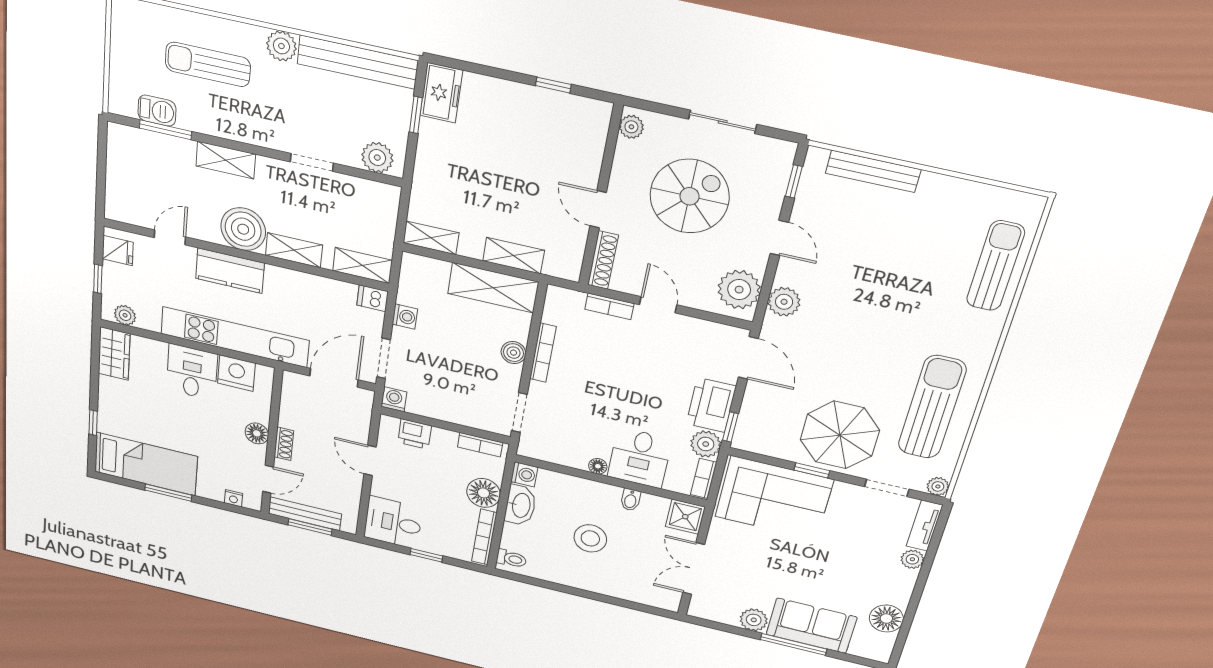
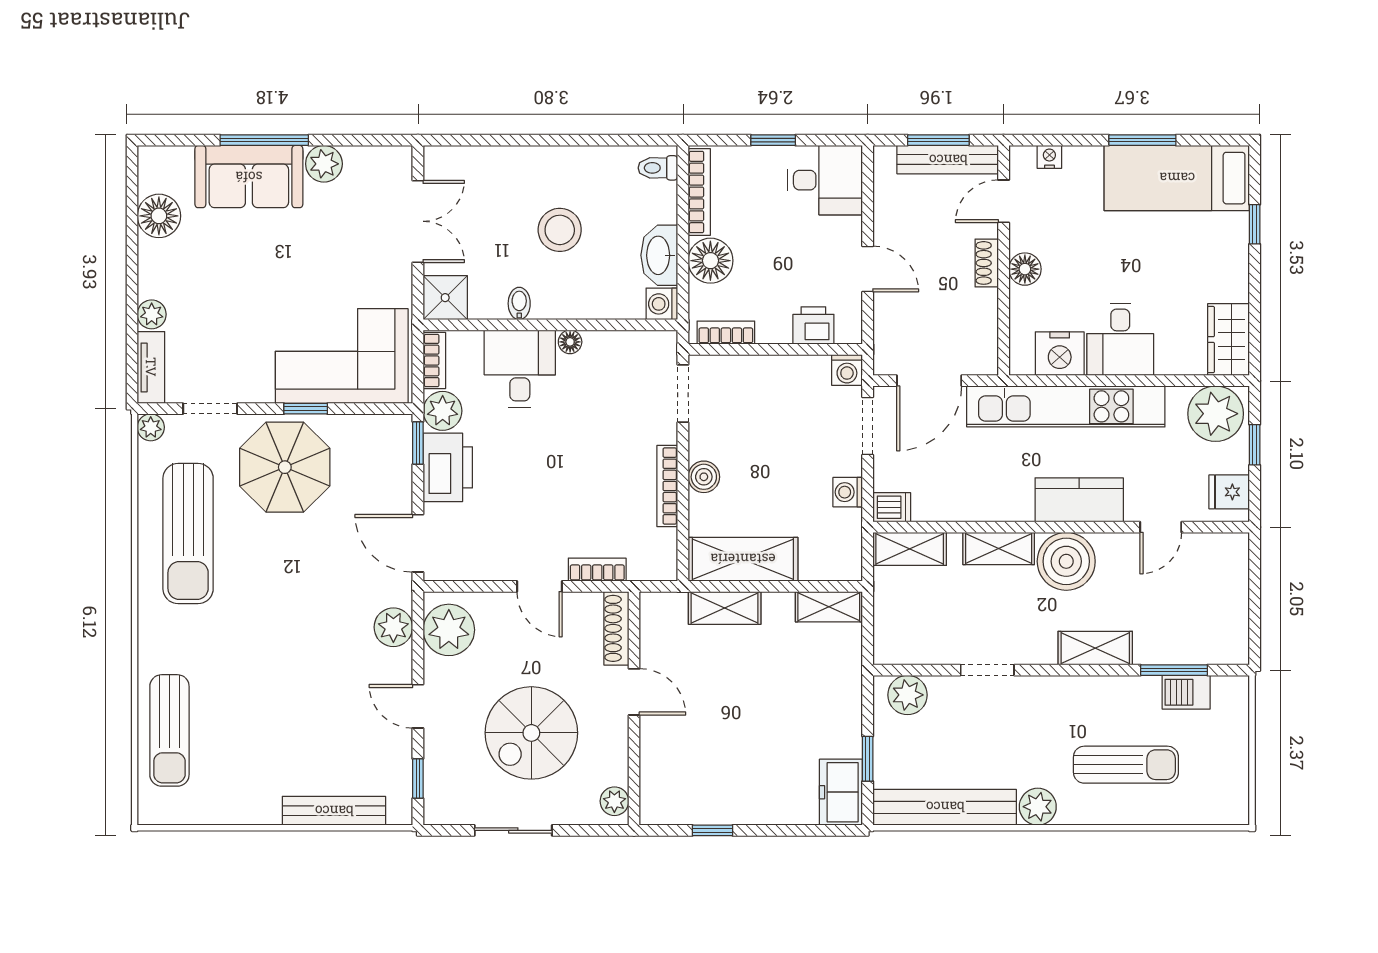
plant: (125, 315) -> (1216, 414), width x1.88, depth x1.88

